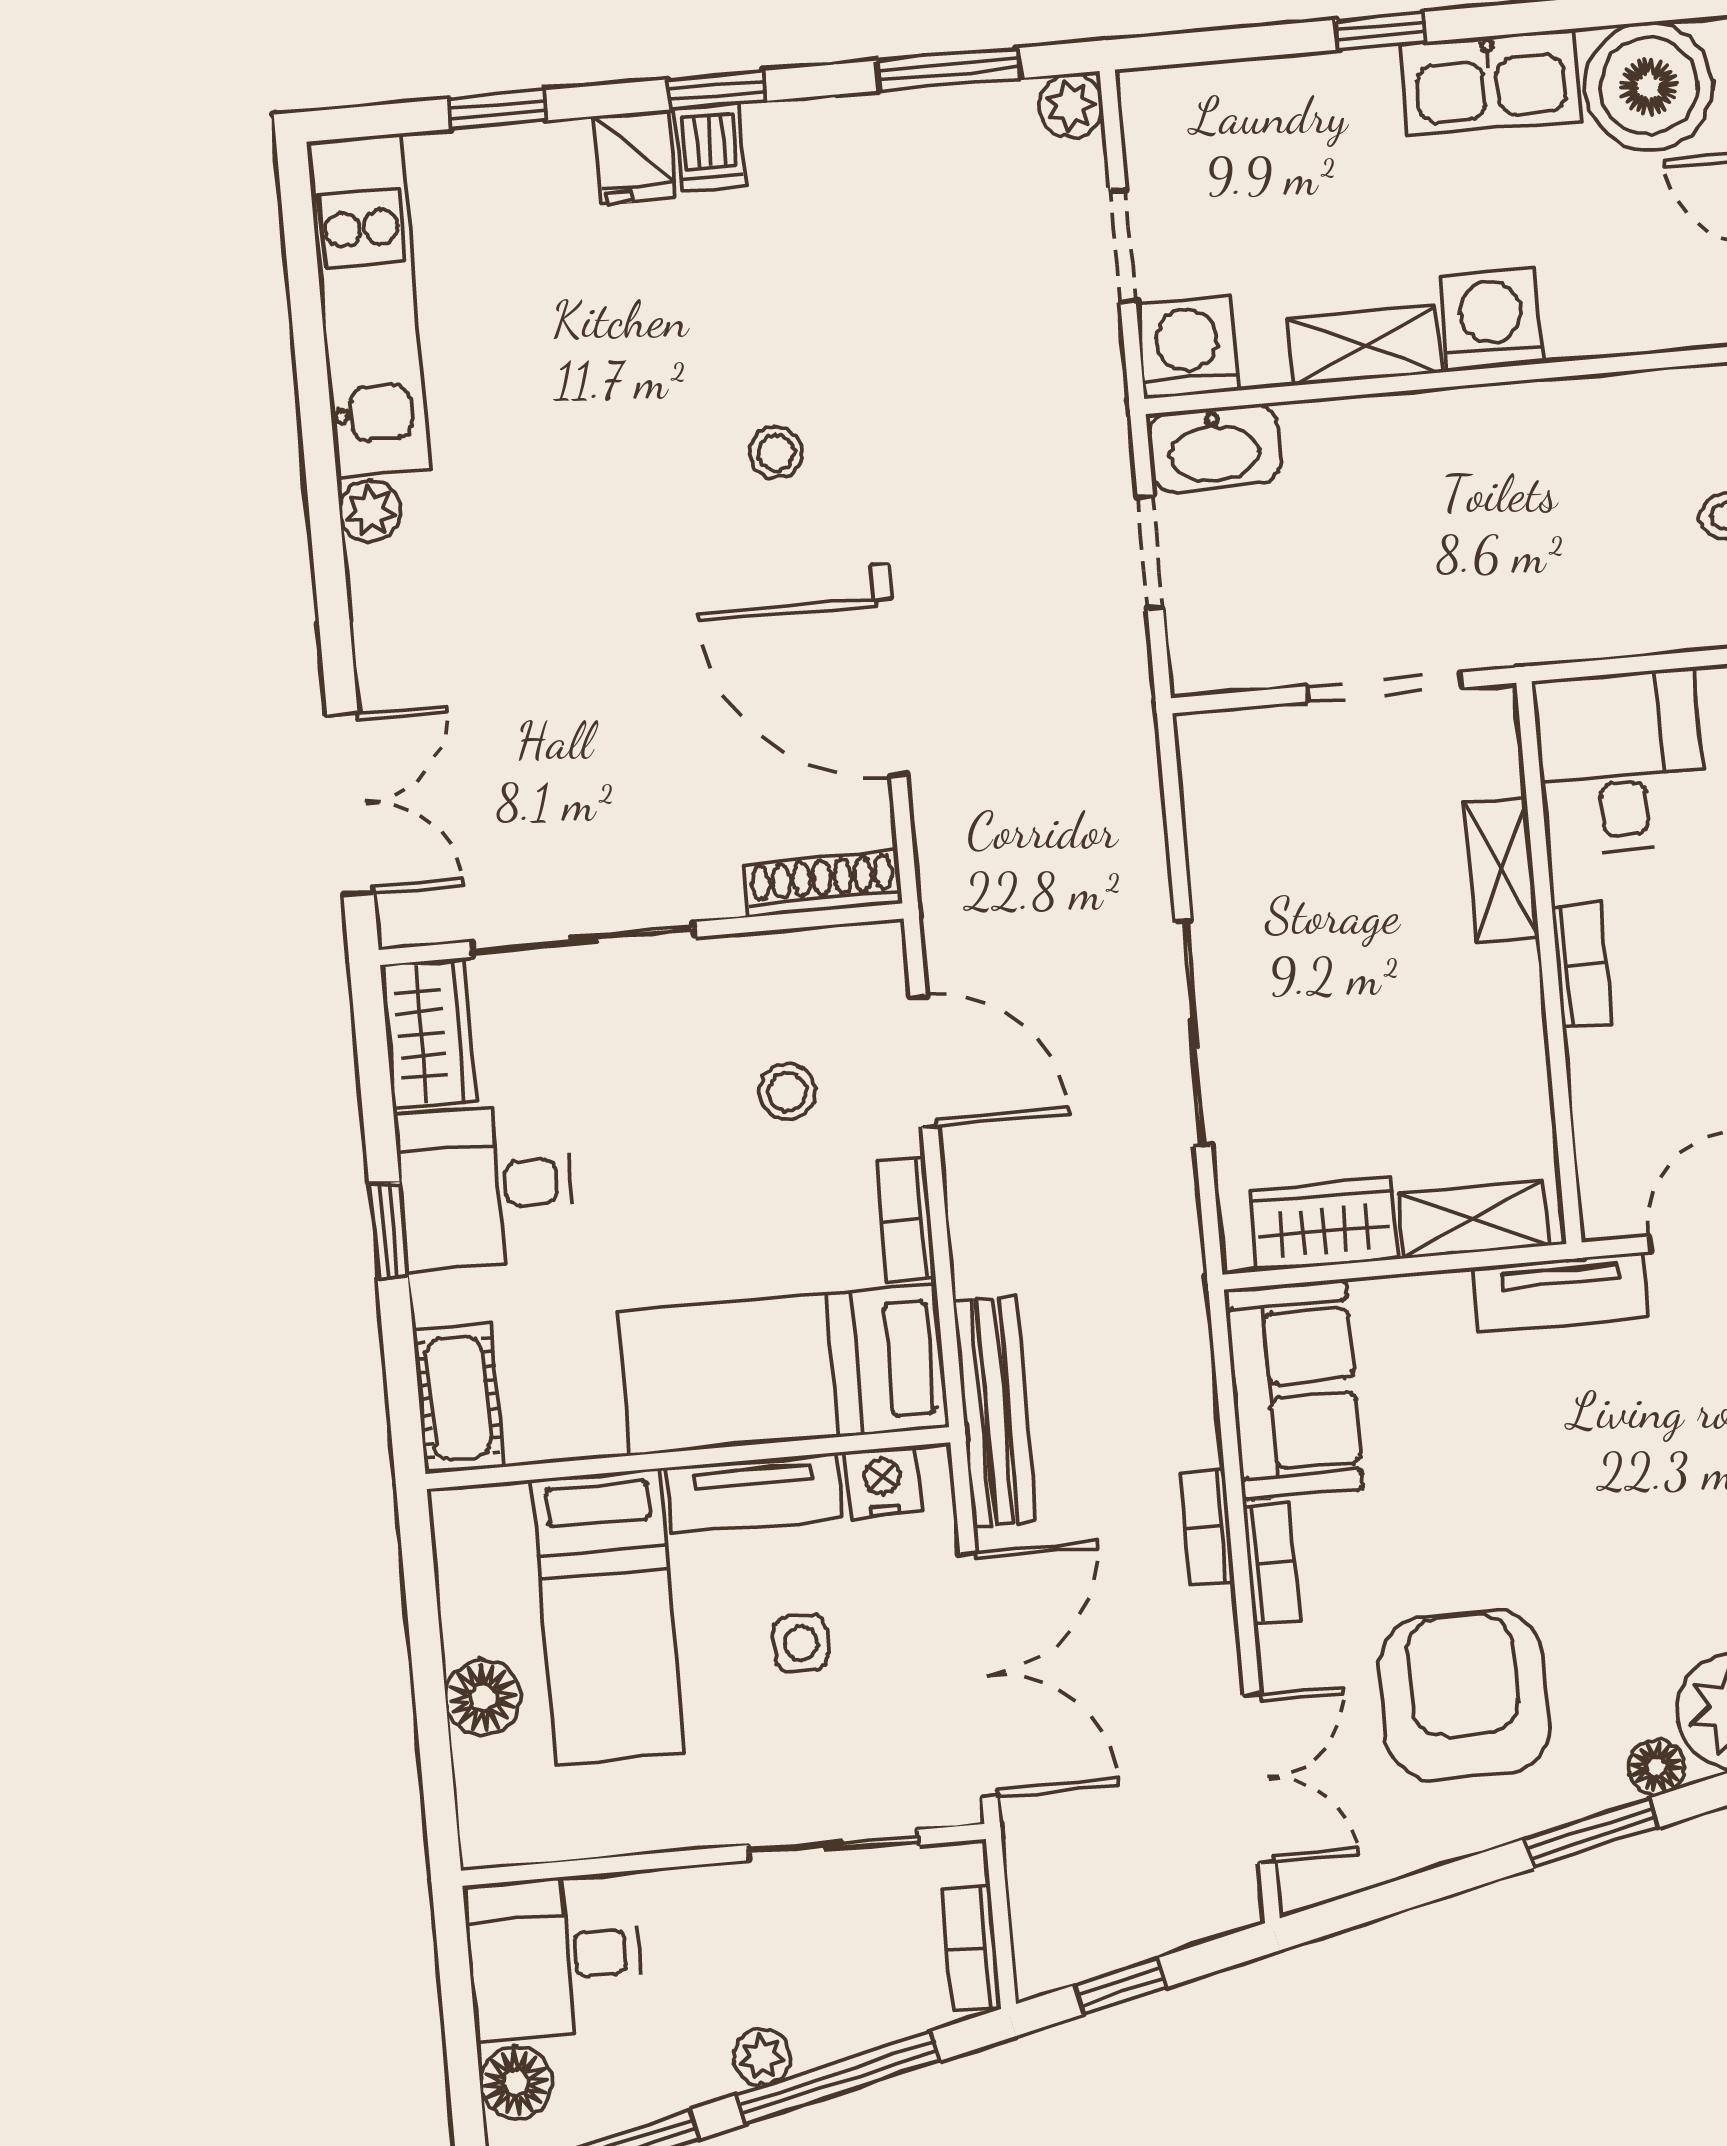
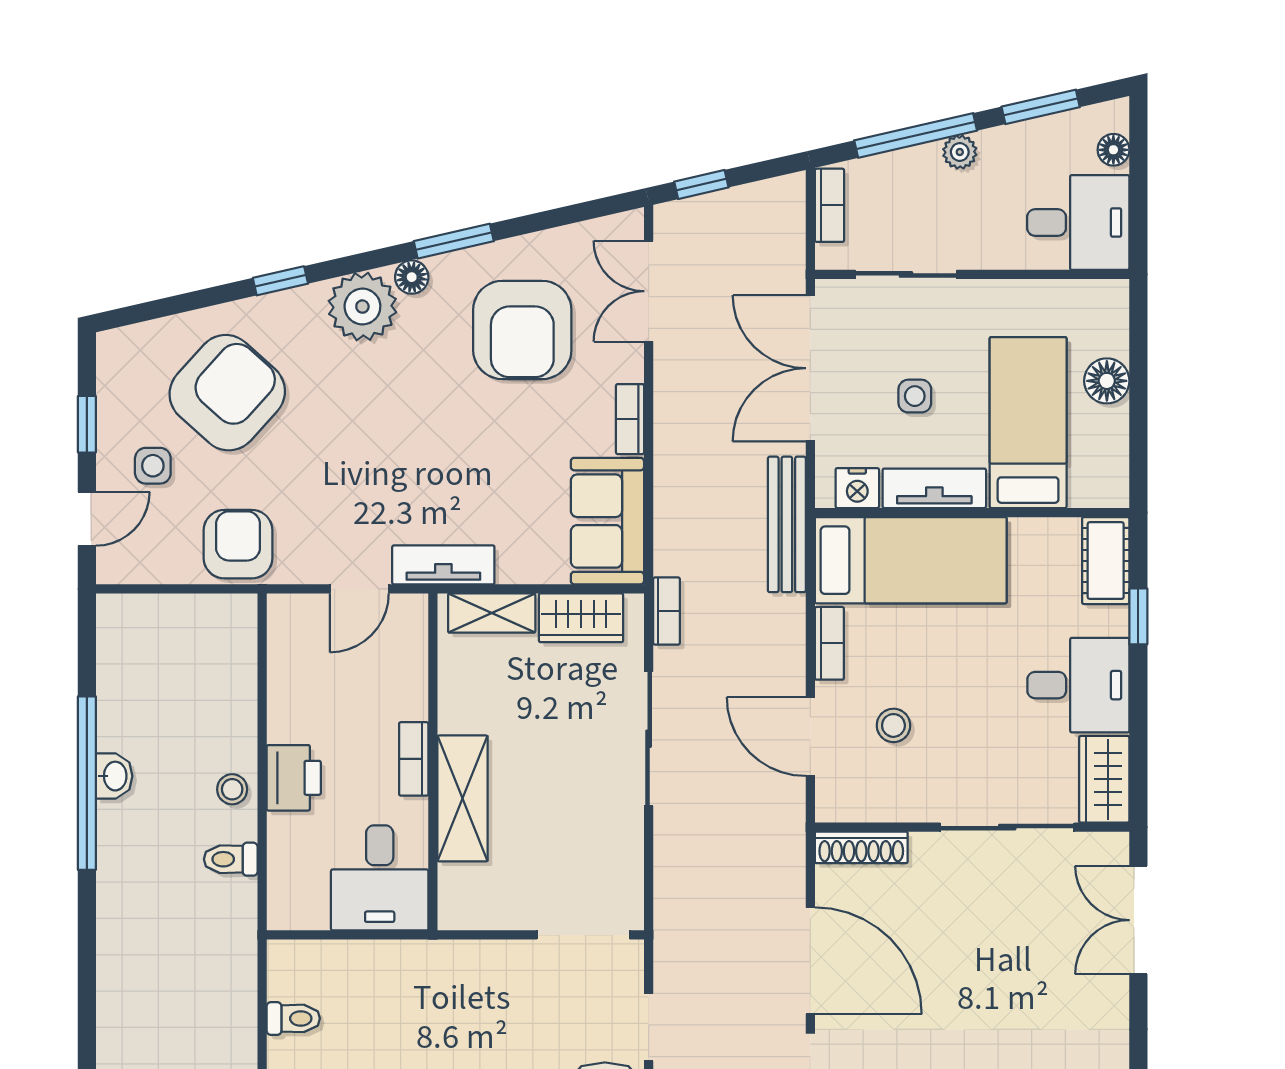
doorway: (1384, 687) -> (583, 935), moved
shelving: (1502, 870) -> (463, 798), width x1.50, depth x1.33
window: (388, 1230) -> (1138, 616), moved
bookcase: (1207, 1527) -> (666, 611), moved
window: (1120, 1986) -> (701, 185), moved
floor lamp: (516, 2083) -> (1113, 150), width x0.73, depth x0.73

